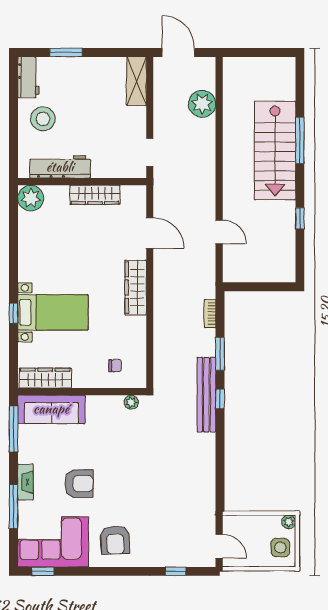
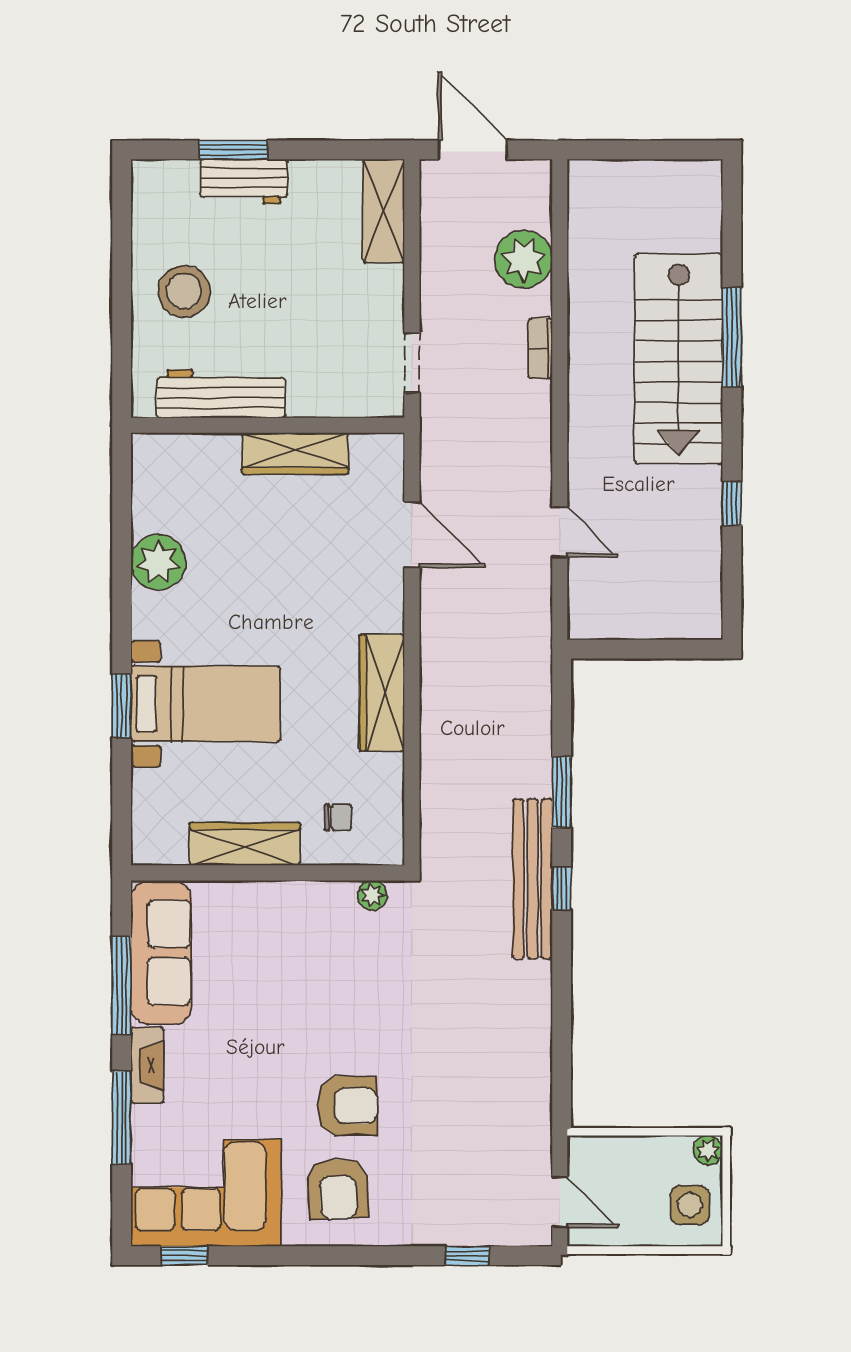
workbench: (28, 77) -> (244, 182), moved, turned 90
plant: (31, 198) -> (158, 562), moved
wardrobe: (136, 288) -> (382, 693), moved
window: (14, 313) -> (122, 706), width x1.50
bookcase: (210, 314) -> (540, 348), moved
wardrobe: (45, 378) -> (245, 844), moved
sofa: (51, 409) -> (161, 953), moved, turned -90
window: (14, 429) -> (122, 985), moved
armchair: (79, 484) -> (347, 1106), moved

